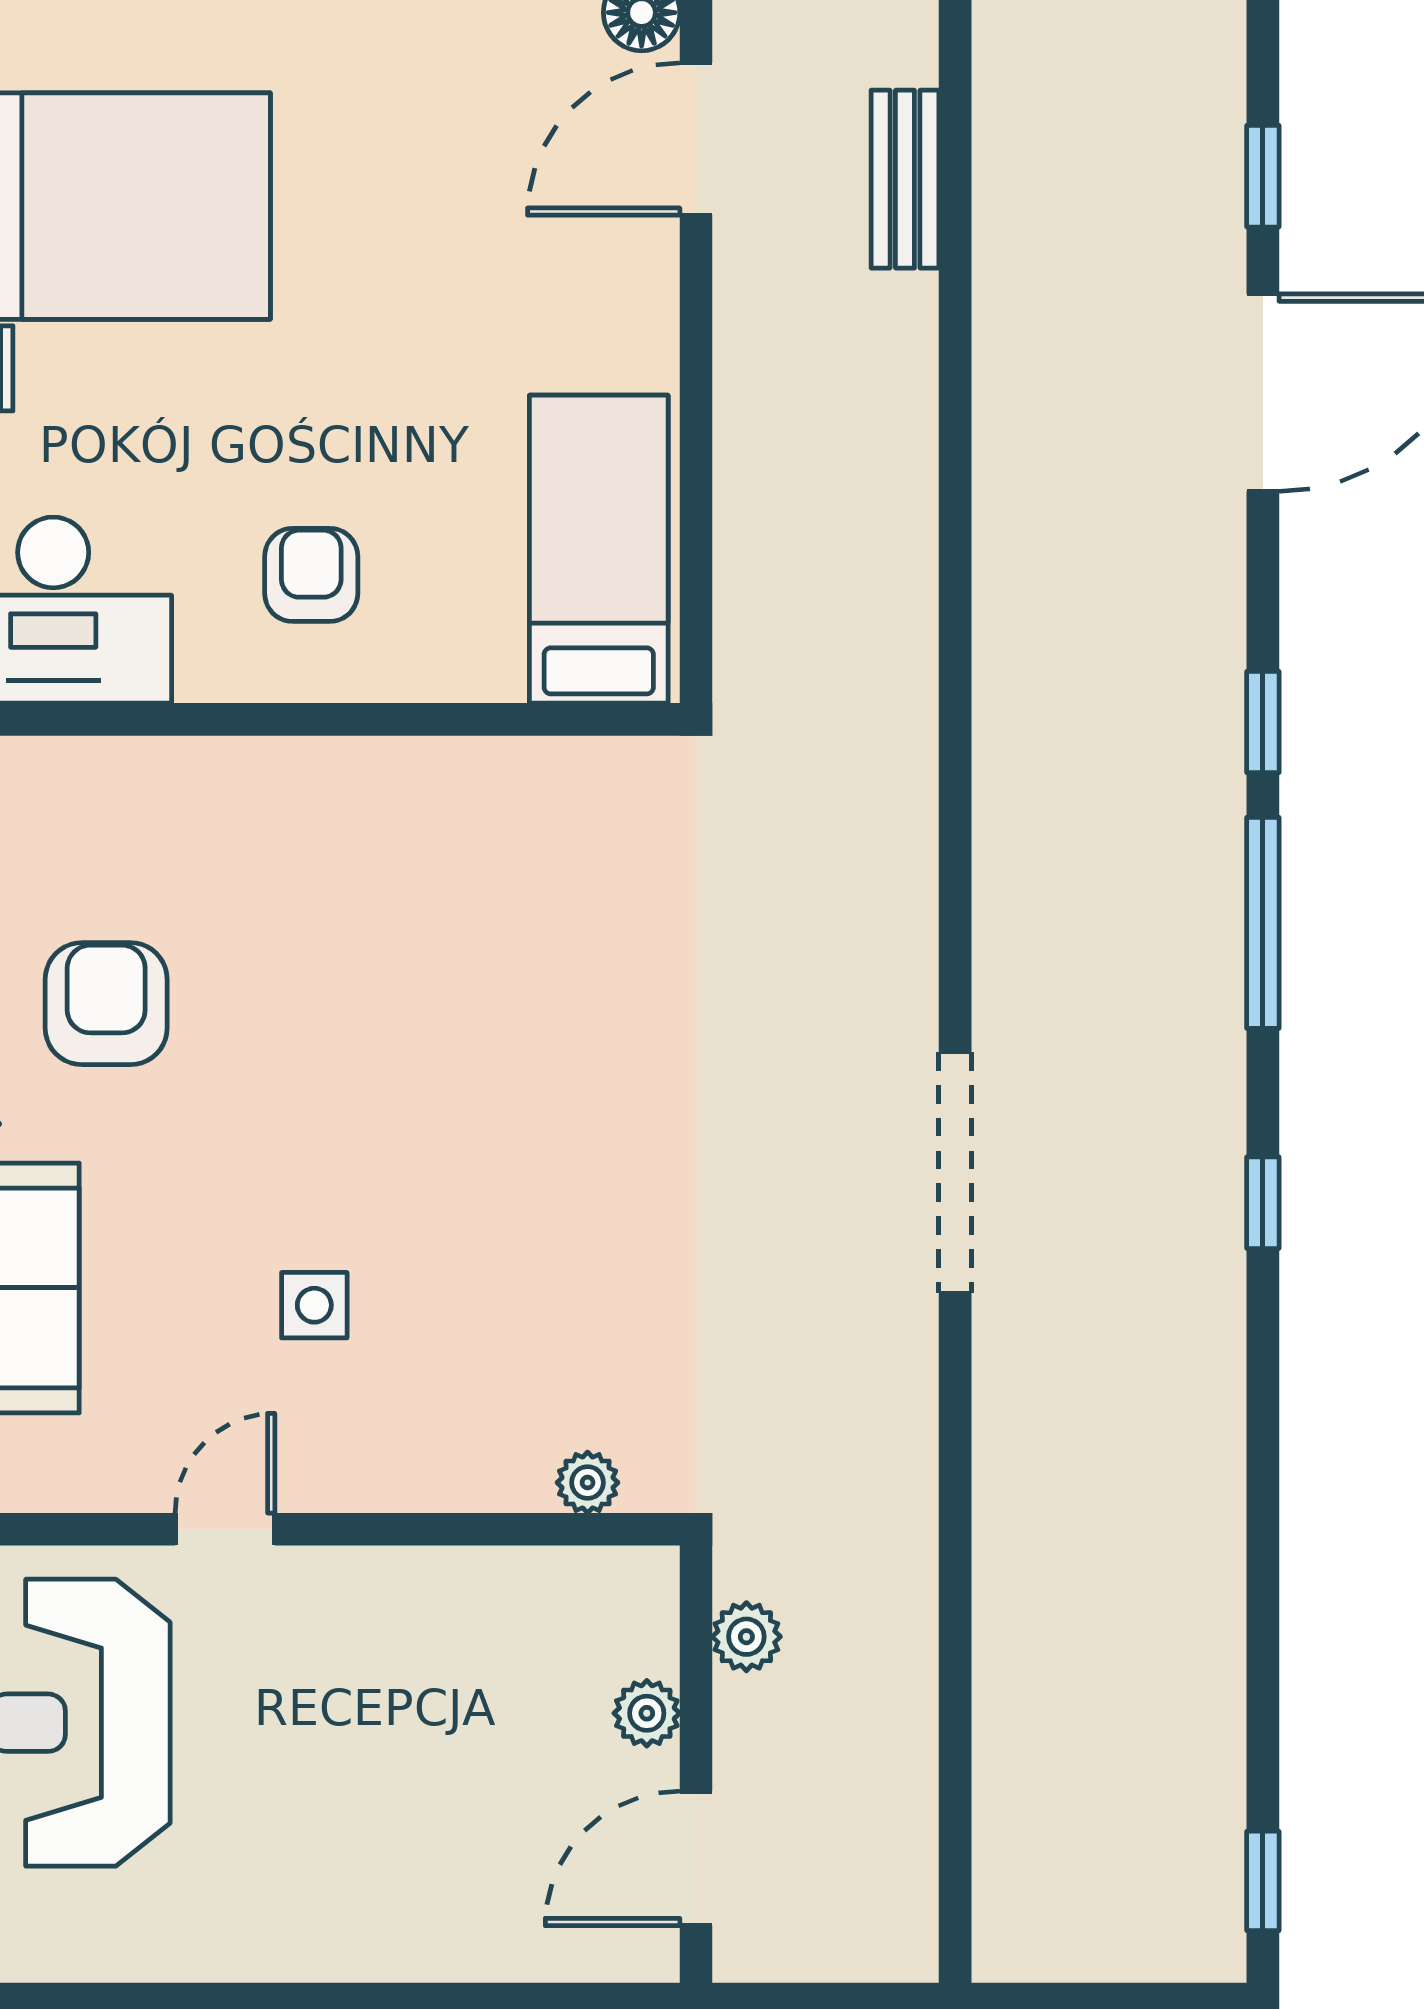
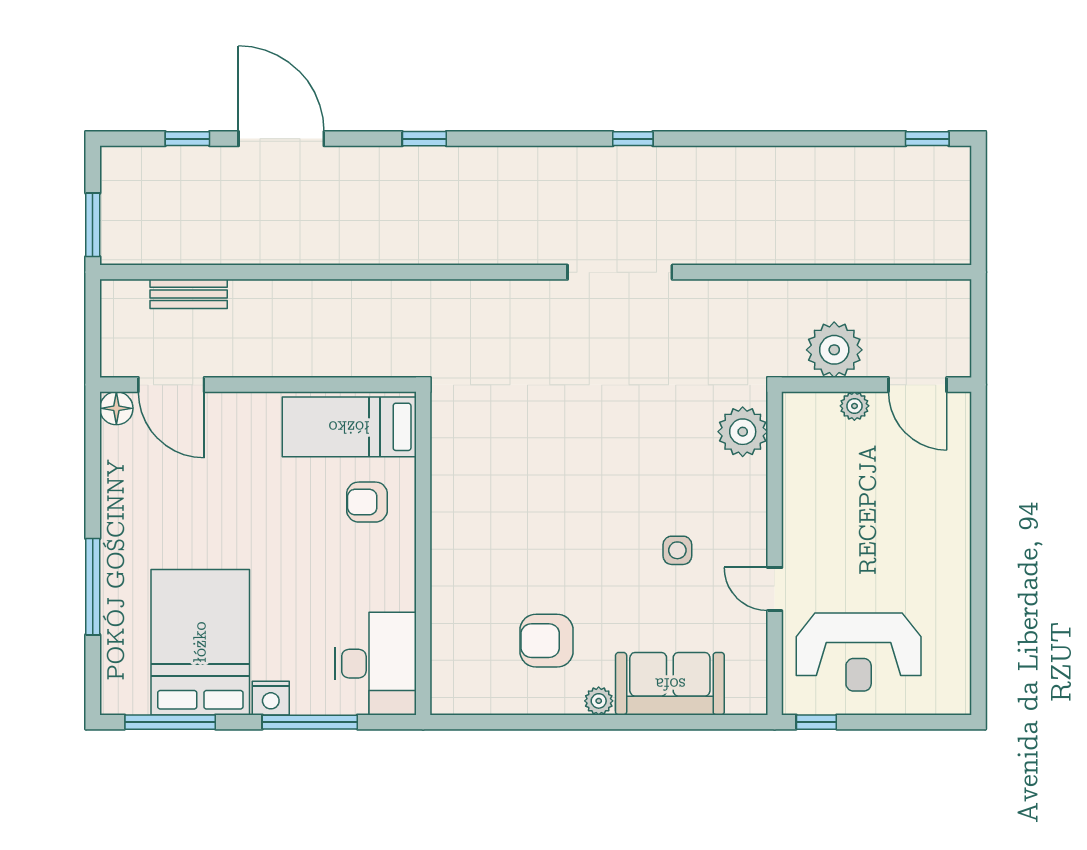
armchair: (311, 575) -> (367, 502), moved
window: (1263, 923) -> (511, 139), removed
plant: (588, 1483) -> (743, 432), width x1.87, depth x1.87
plant: (746, 1637) -> (834, 350), width x1.87, depth x1.87

